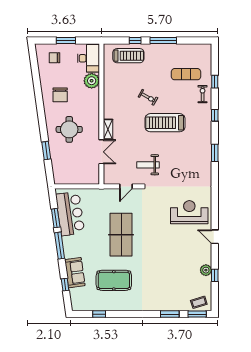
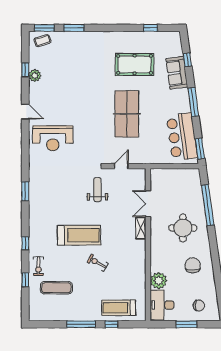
window: (46, 150) -> (208, 205), width x2.11
window: (215, 153) -> (25, 191), moved
weight bench: (148, 165) -> (97, 190), turned -90
window: (56, 218) -> (200, 149), moved

